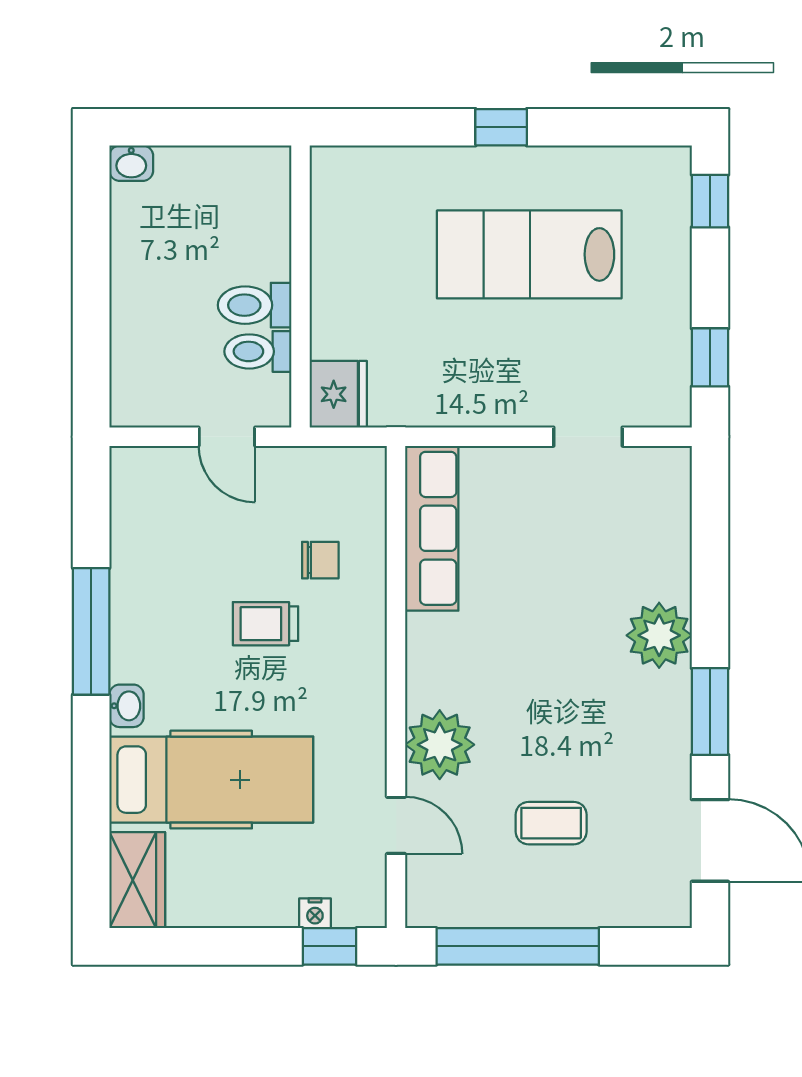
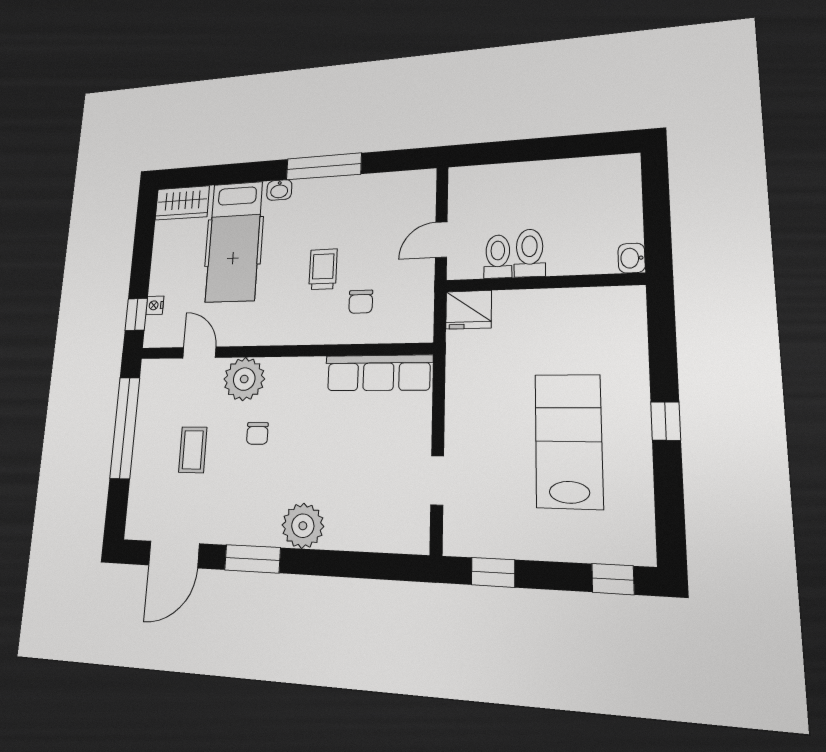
washbasin: (131, 163) -> (632, 258), moved
chair: (524, 717) -> (257, 433), added
door: (396, 825) -> (199, 352), swing flipped

